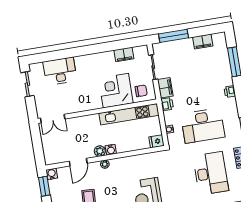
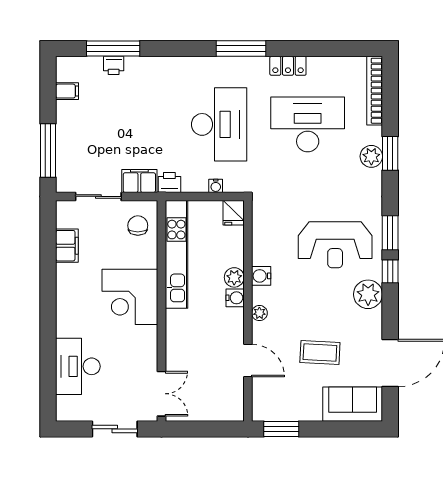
filing cabinet: (203, 41) -> (67, 91), width x0.50
sliding door: (27, 84) -> (115, 429), moved
corner desk: (116, 91) -> (130, 297), moved
printer: (230, 92) -> (114, 65), moved
plant: (100, 151) -> (234, 277), moved
water cooler: (52, 174) -> (261, 276), moved

